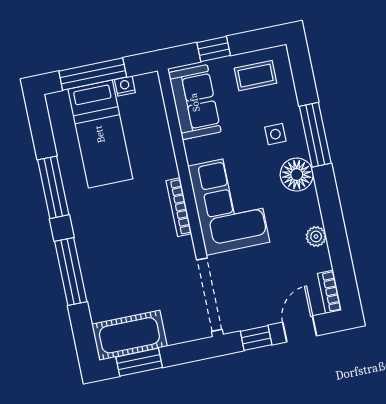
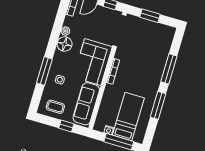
sofa: (195, 102) -> (86, 104), width x1.36
floor lamp: (297, 175) -> (65, 44), moved
cot: (129, 335) -> (159, 32), removed
window: (139, 362) -> (150, 16), moved

